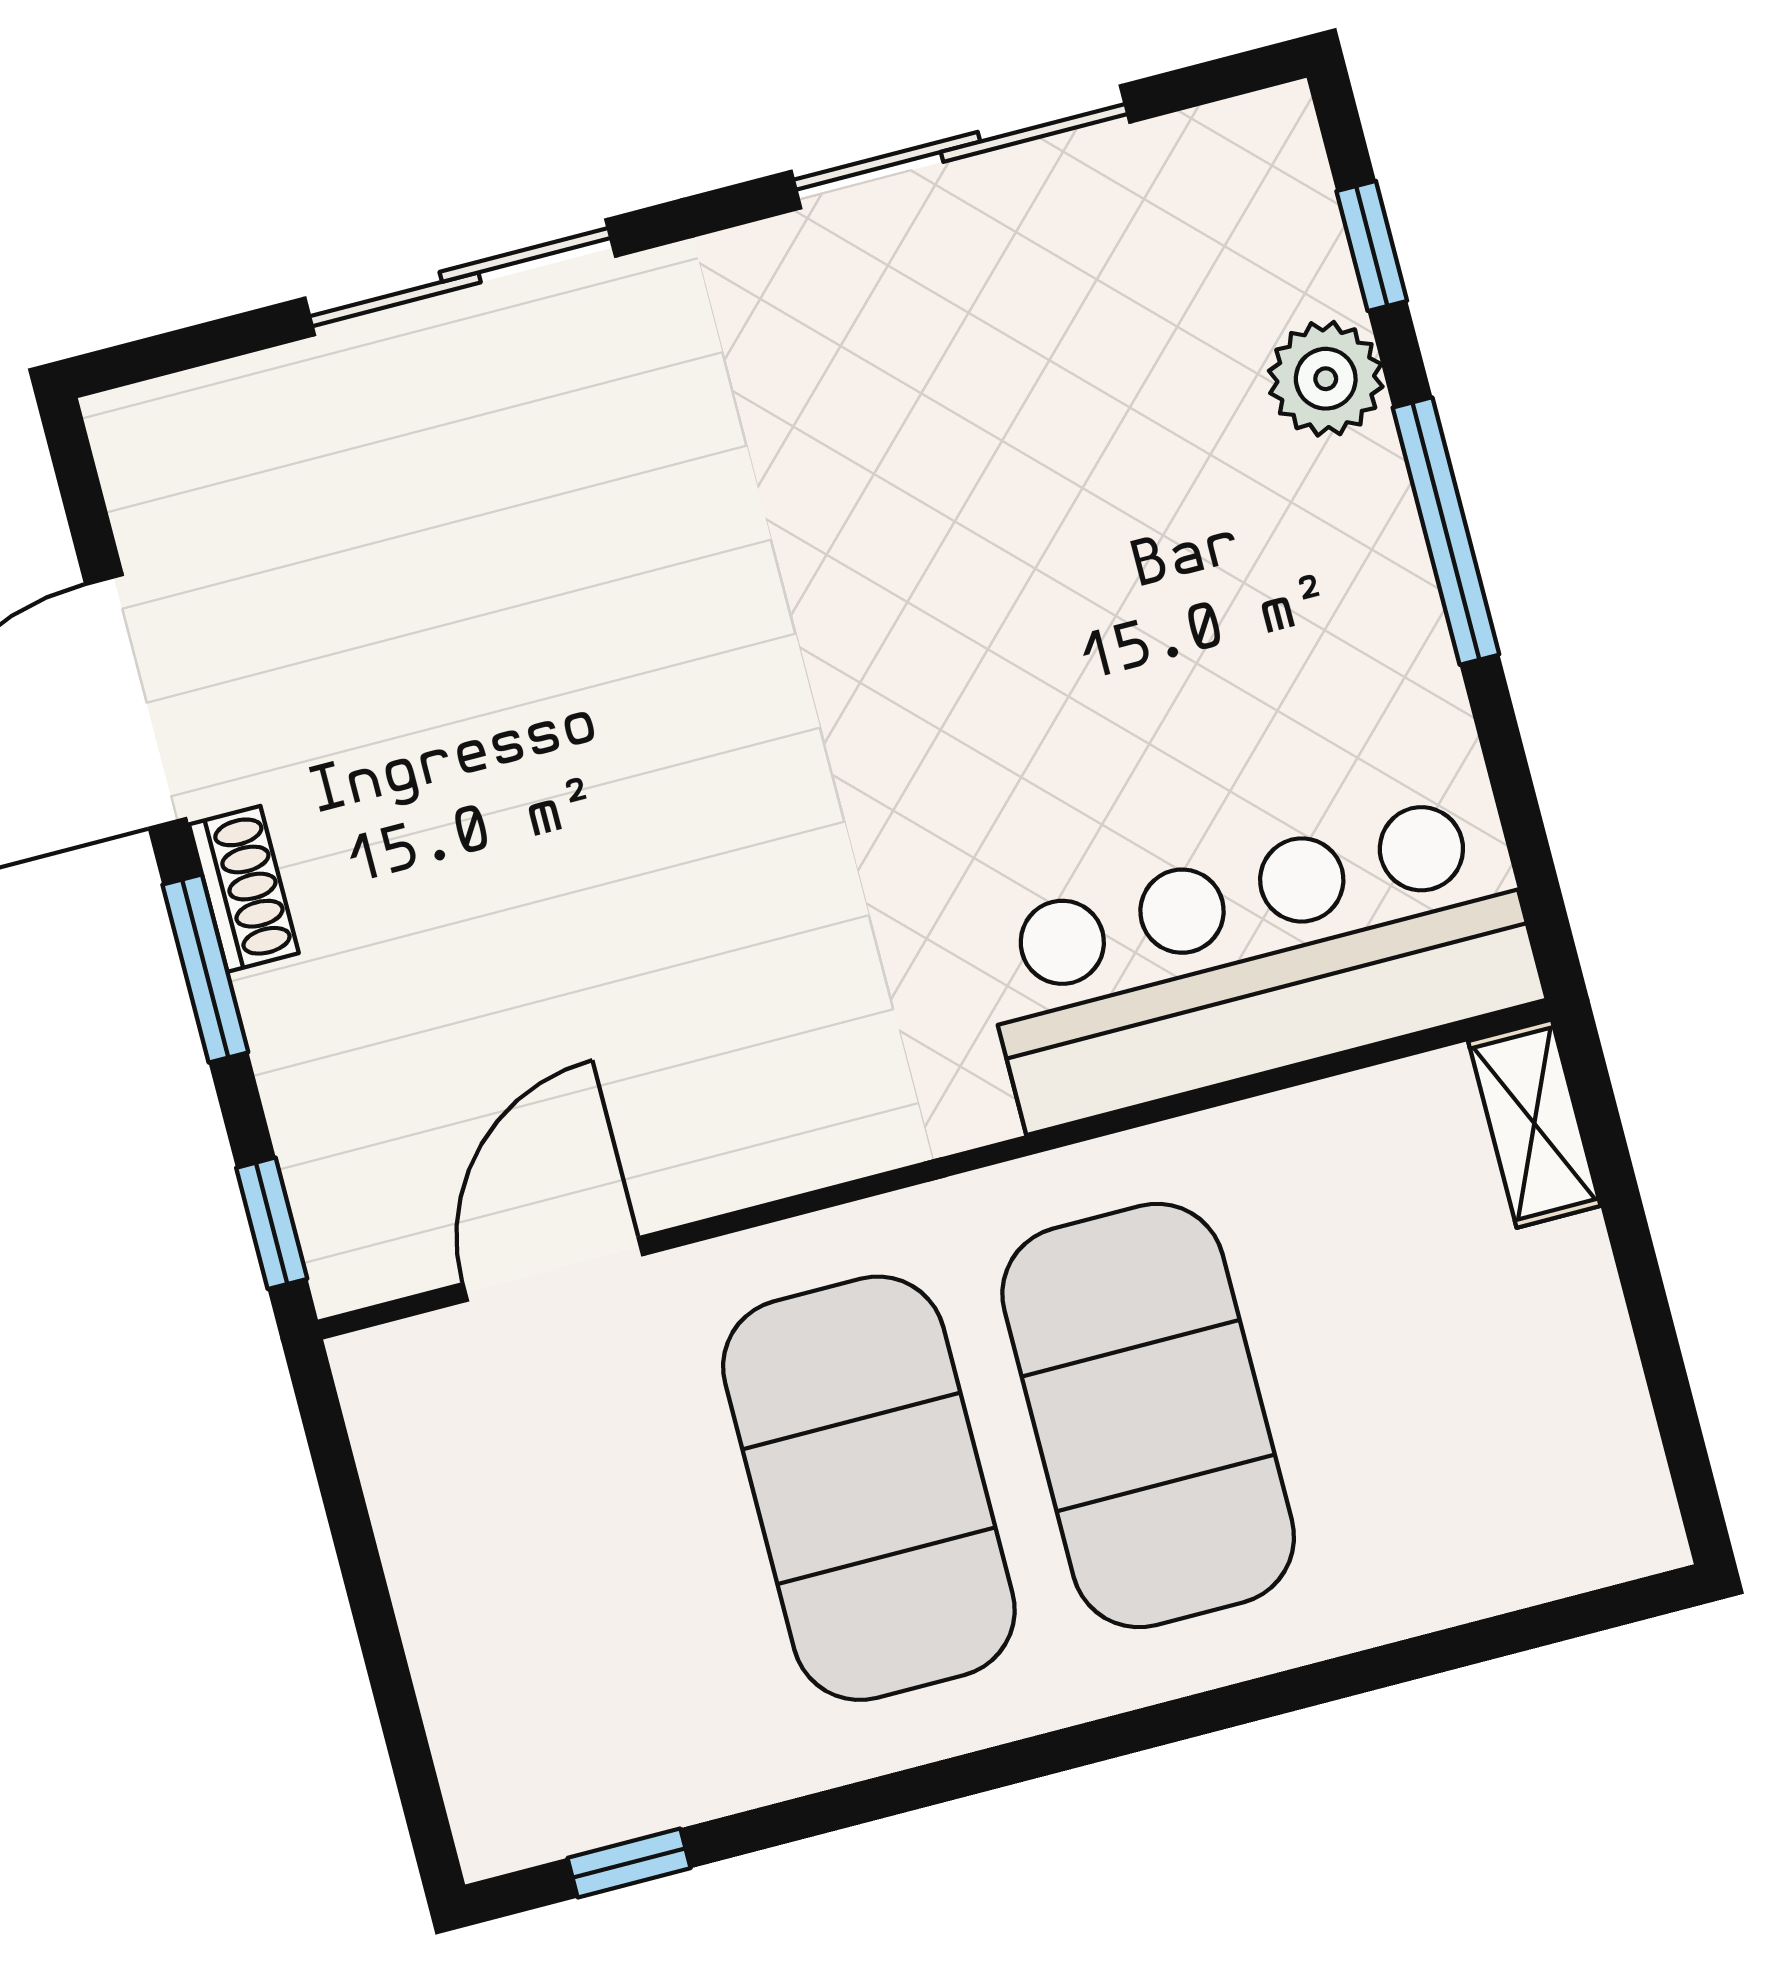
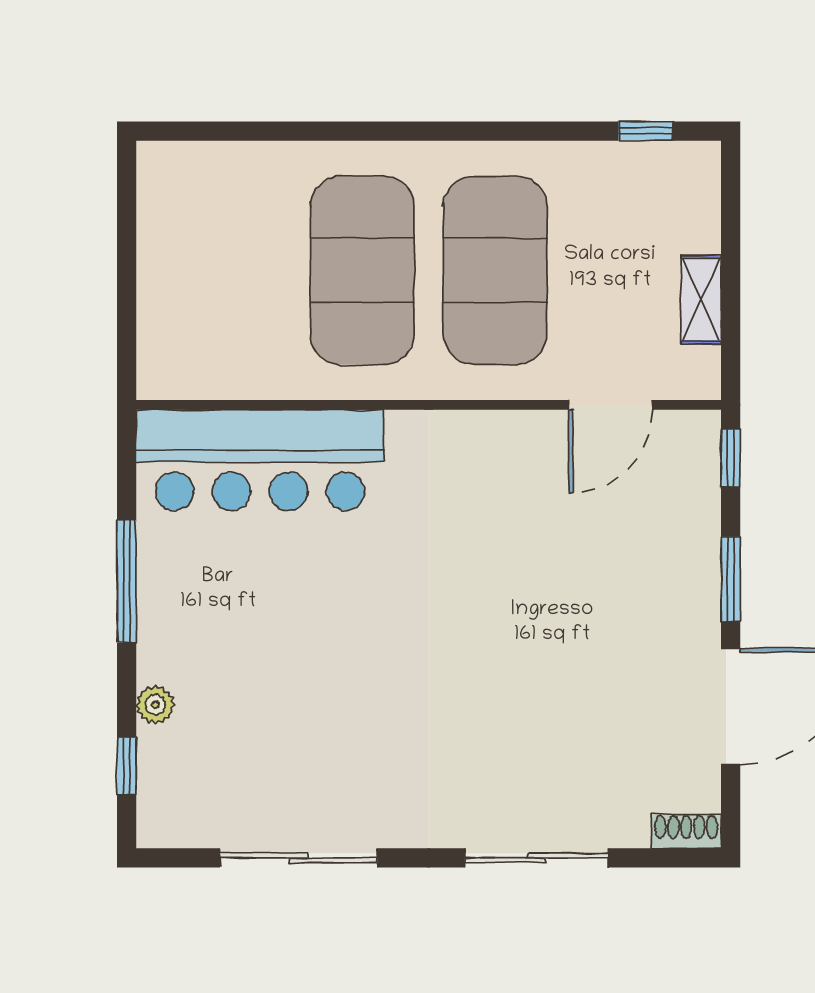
plant: (1326, 379) -> (155, 705), width x0.73, depth x0.73
window: (1446, 531) -> (127, 582), moved
shoe rack: (244, 889) -> (686, 831), moved, turned 90
shelving: (1534, 1124) -> (701, 300), moved

